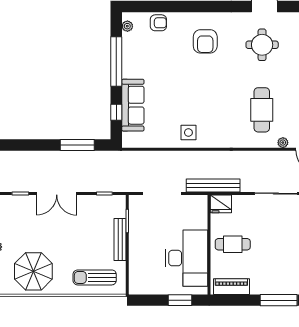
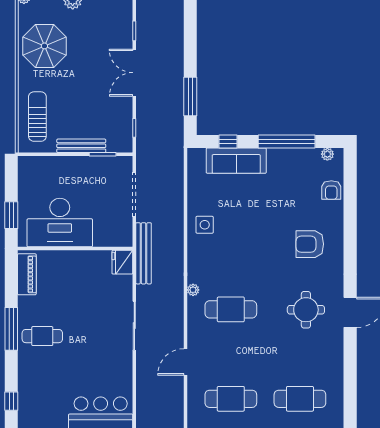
plant: (283, 143) -> (193, 290), moved
cafe table: (233, 244) -> (42, 336), moved, turned 90

